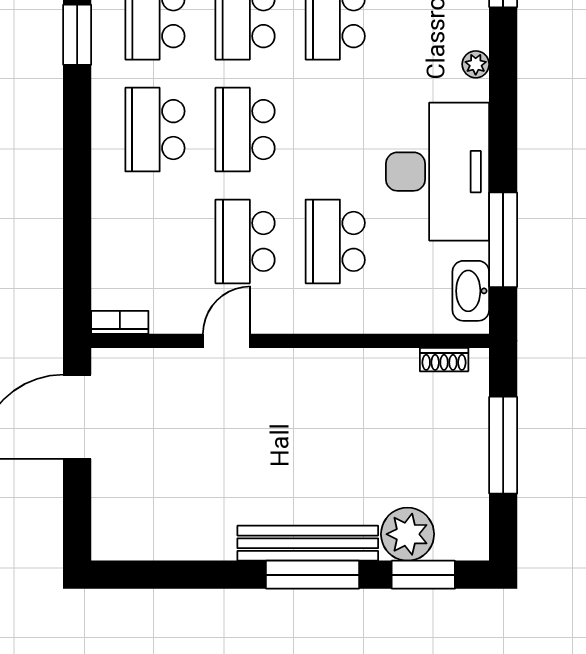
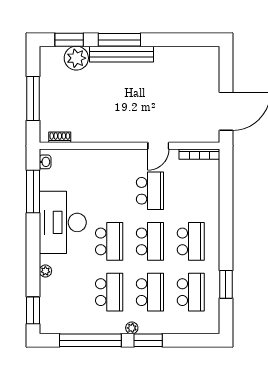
school desk: (335, 241) -> (109, 241), moved
washbasin: (471, 291) -> (45, 162), width x0.52, depth x0.69
bookcase: (120, 322) -> (199, 154), width x1.56

